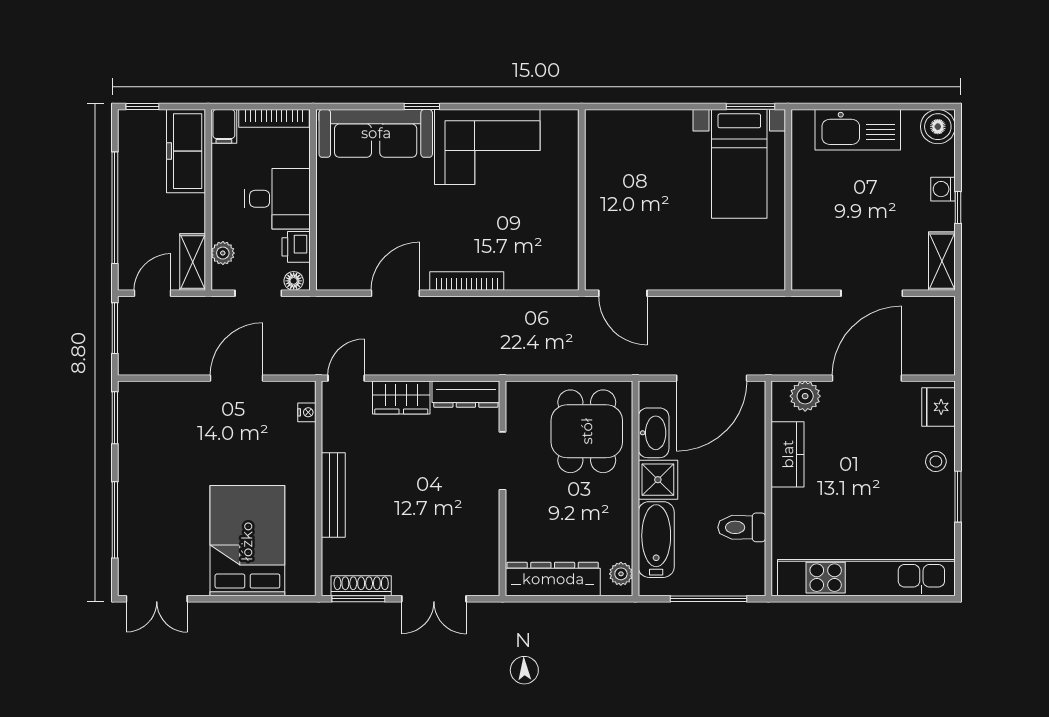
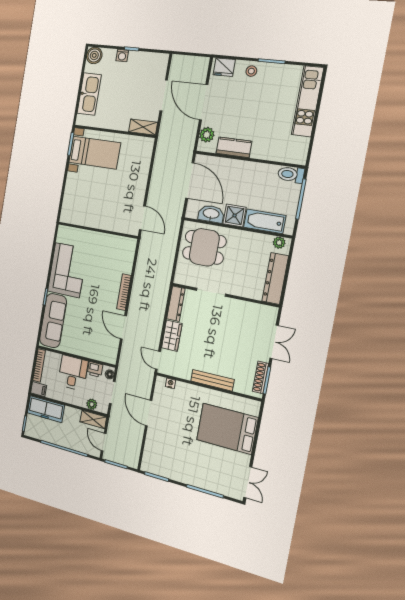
shelving: (942, 261) -> (143, 127), moved
door: (623, 293) -> (142, 218), hinge flipped
toilet: (742, 527) -> (291, 174), moved, turned 90
kitchen unit: (866, 578) -> (308, 101), width x0.73

